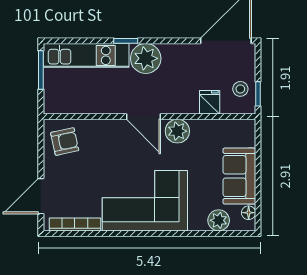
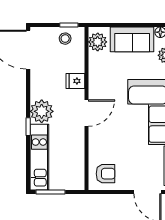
fridge: (210, 102) -> (75, 81), moved
plant: (177, 131) -> (98, 42), moved
armchair: (65, 142) -> (106, 174), turned 102

